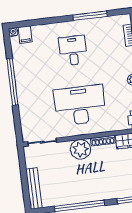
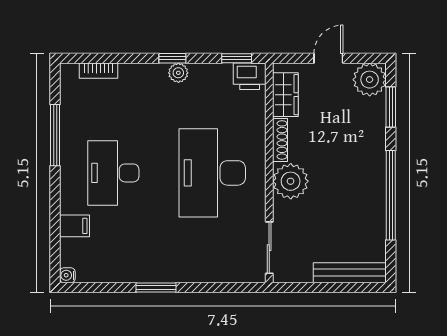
filing cabinet: (25, 35) -> (75, 226), moved
desk: (73, 50) -> (113, 173), width x1.37
window: (12, 82) -> (156, 288), width x0.47

